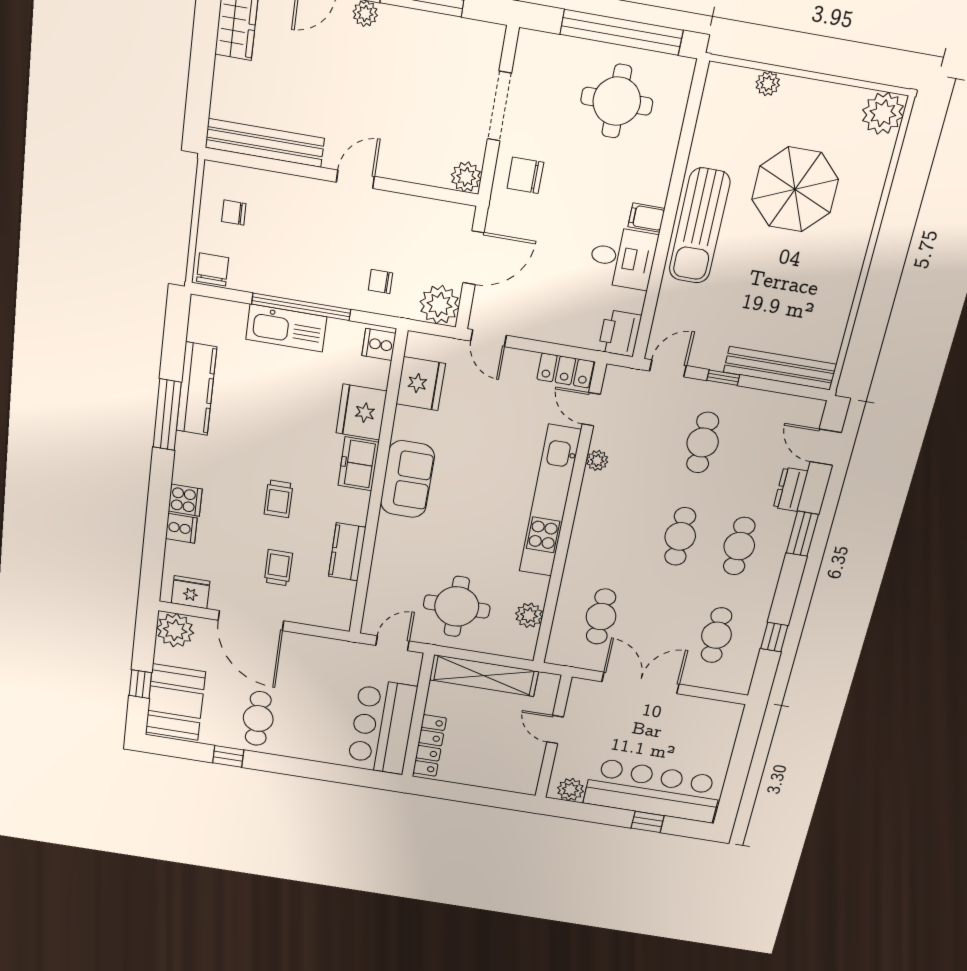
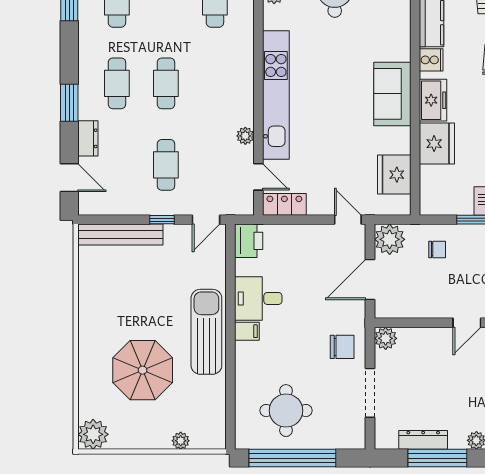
dresser: (438, 27) -> (423, 440), added
cooker: (379, 344) -> (431, 60), moved

